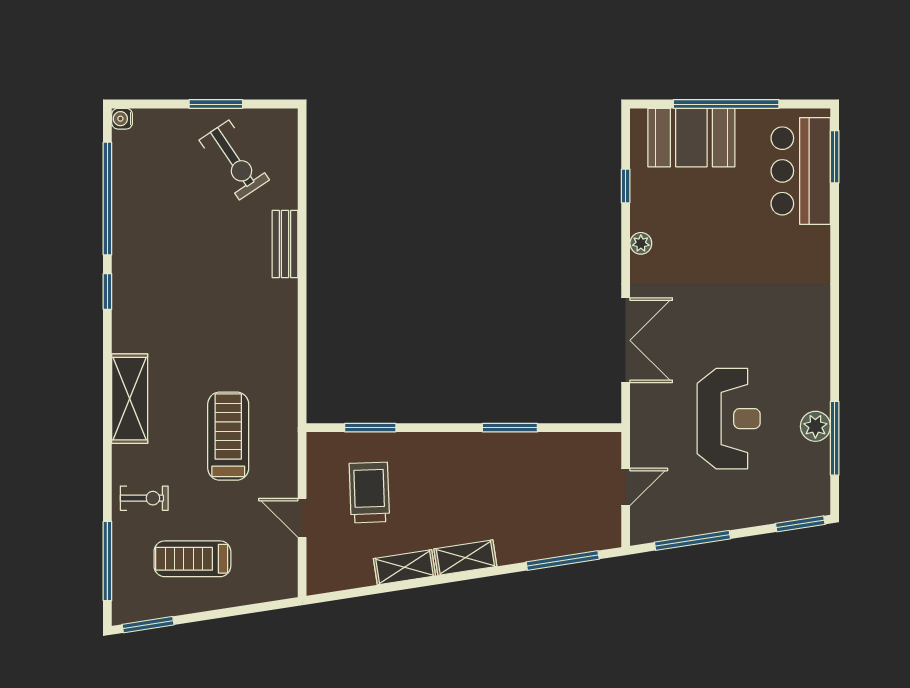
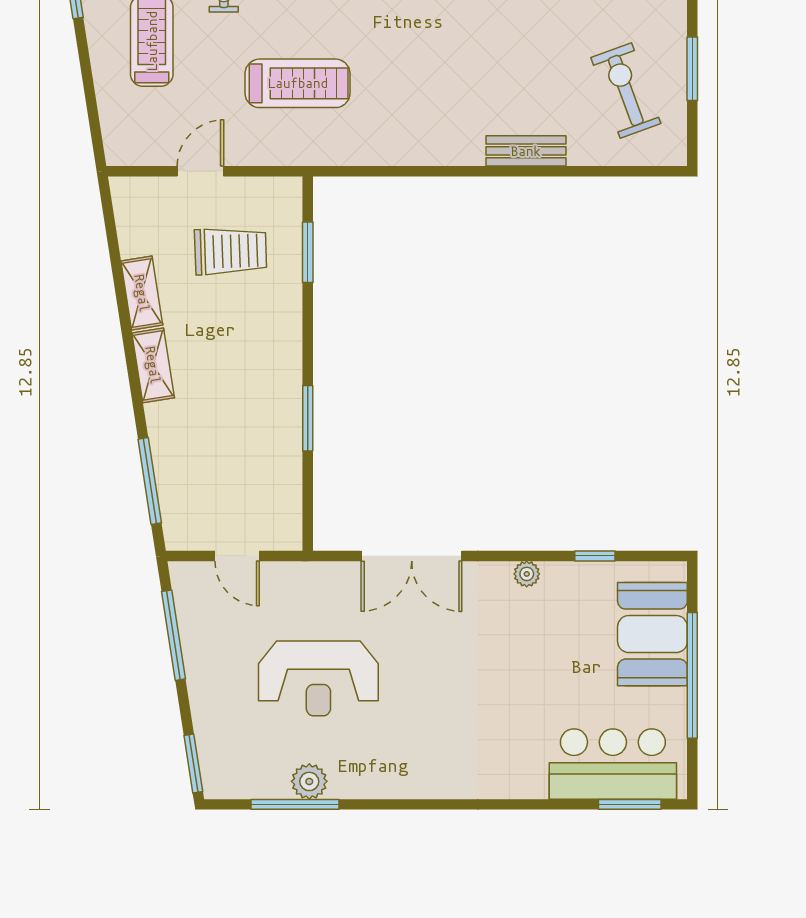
exercise bike: (234, 160) -> (626, 91), turned 104

